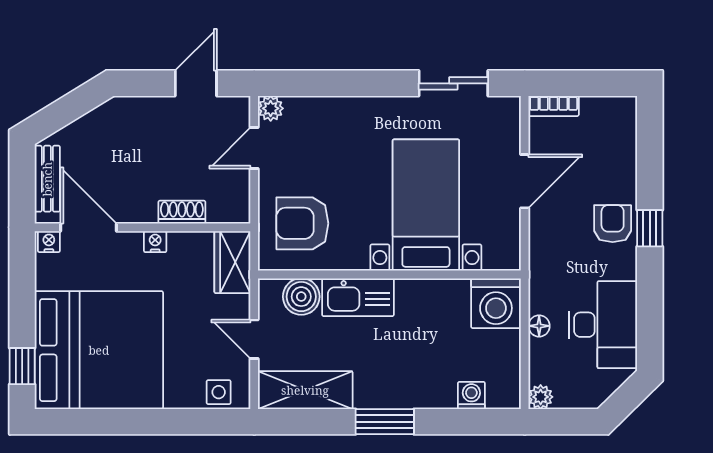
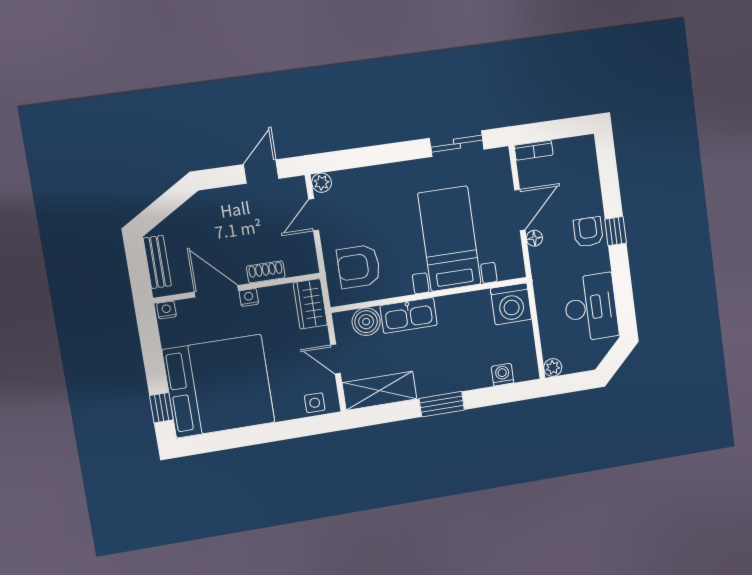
door: (89, 227) -> (216, 291), moved
floor lamp: (539, 326) -> (534, 238), moved

